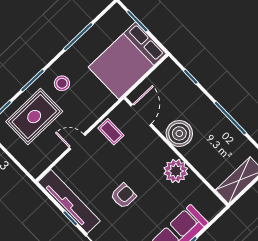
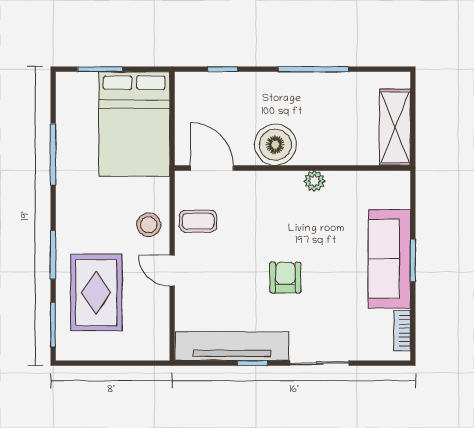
stool: (62, 83) -> (149, 225), moved
door: (77, 141) -> (172, 271), hinge flipped
plant: (176, 171) -> (314, 181), width x0.53, depth x0.53

